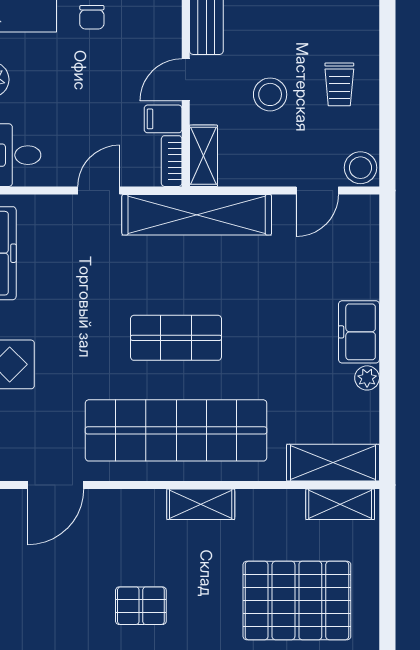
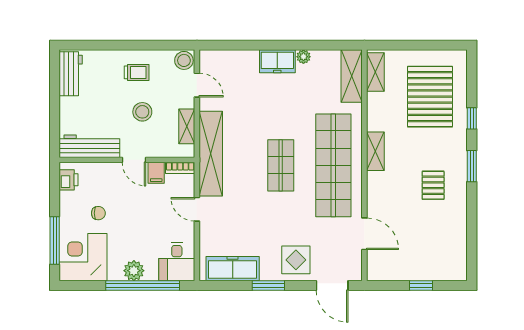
shelving: (203, 156) -> (187, 126), moved, turned 90

